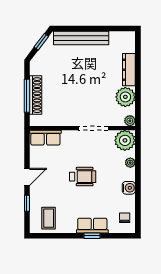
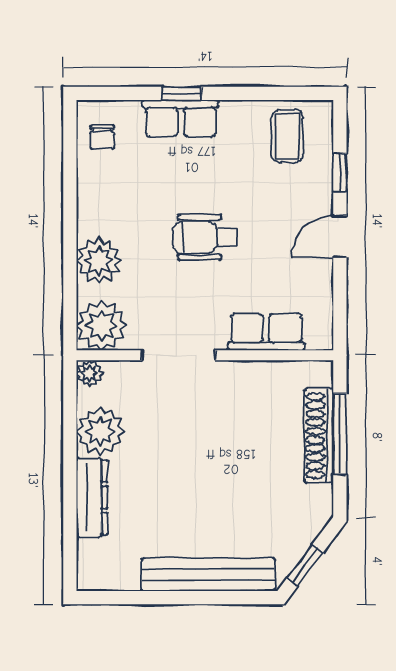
row of seats: (45, 138) -> (266, 332), moved
plant: (130, 163) -> (99, 261), width x1.87, depth x1.87
water cooler: (129, 188) -> (92, 210), removed

